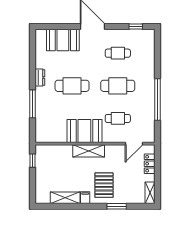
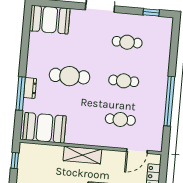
booth: (63, 40) -> (50, 20), moved
dresser: (40, 78) -> (30, 88), moved
cafe table: (118, 86) -> (124, 81), width x0.73, depth x0.74
booth: (84, 131) -> (44, 128), moved

